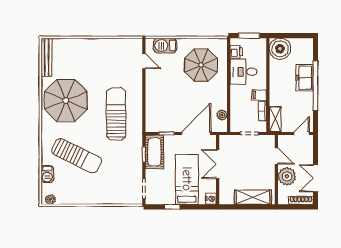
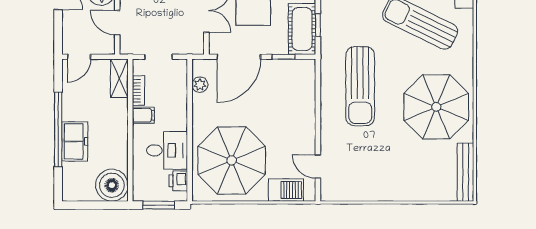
parasol: (201, 65) -> (232, 160), width x1.36, depth x1.36

